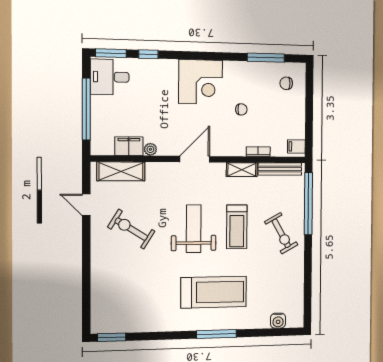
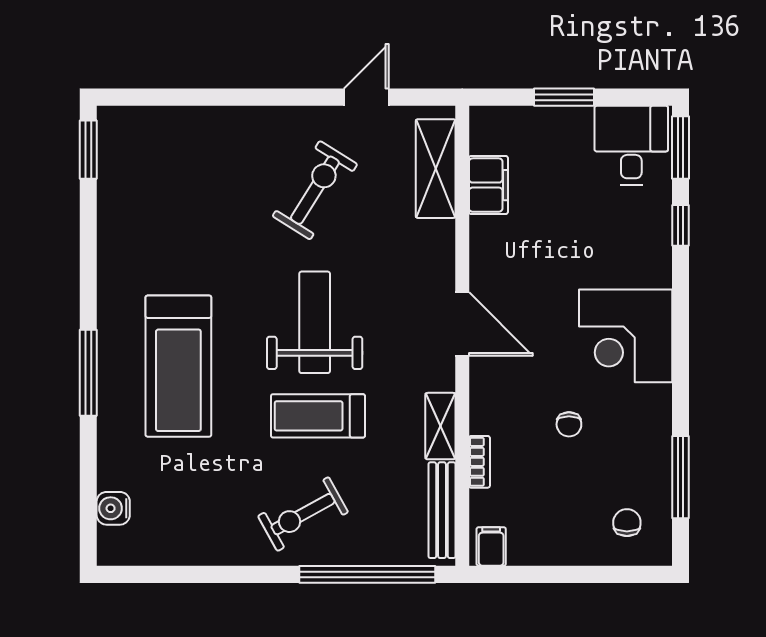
window: (86, 109) -> (564, 97), width x0.47
plant: (150, 149) -> (482, 230), removed
weight bench: (194, 229) -> (315, 322), turned -90

